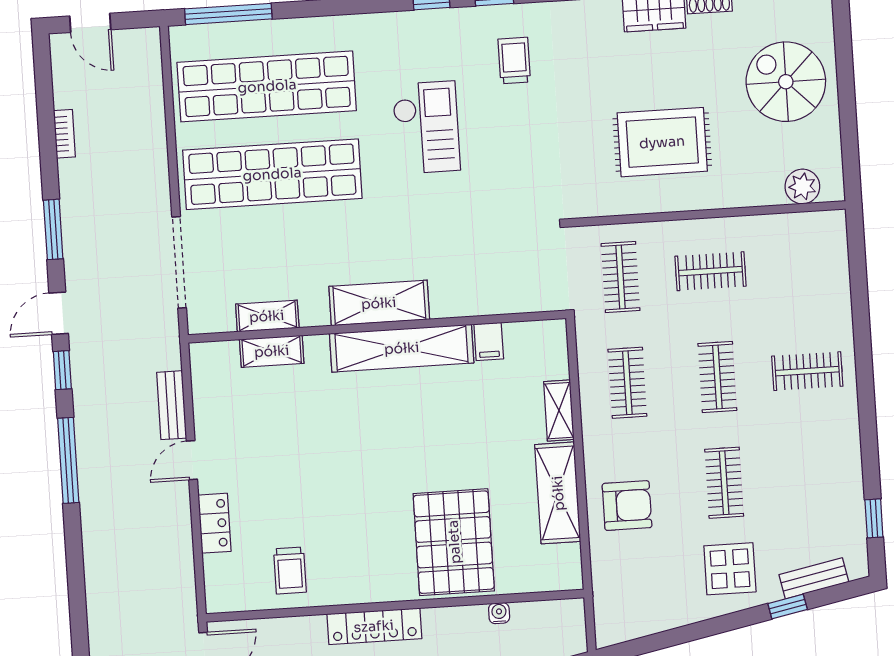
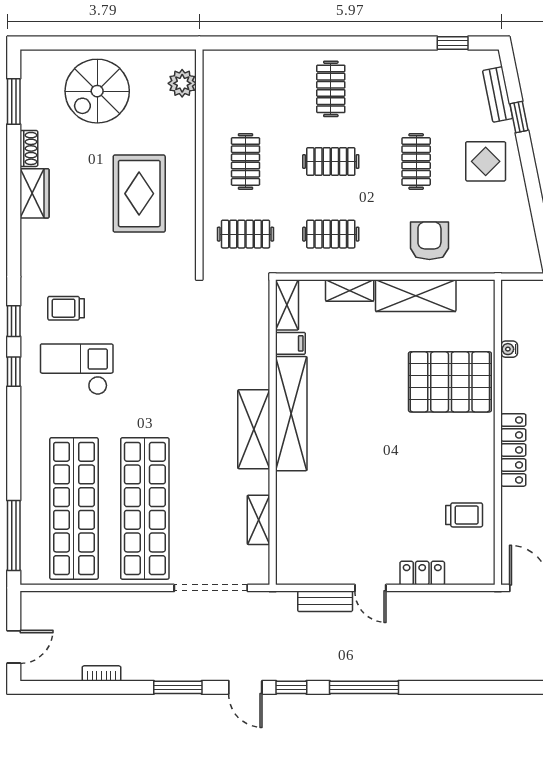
checkout: (426, 127) -> (77, 369), moved
shelving: (272, 351) -> (287, 305), moved
clothes rail: (724, 483) -> (416, 161), turned 90

